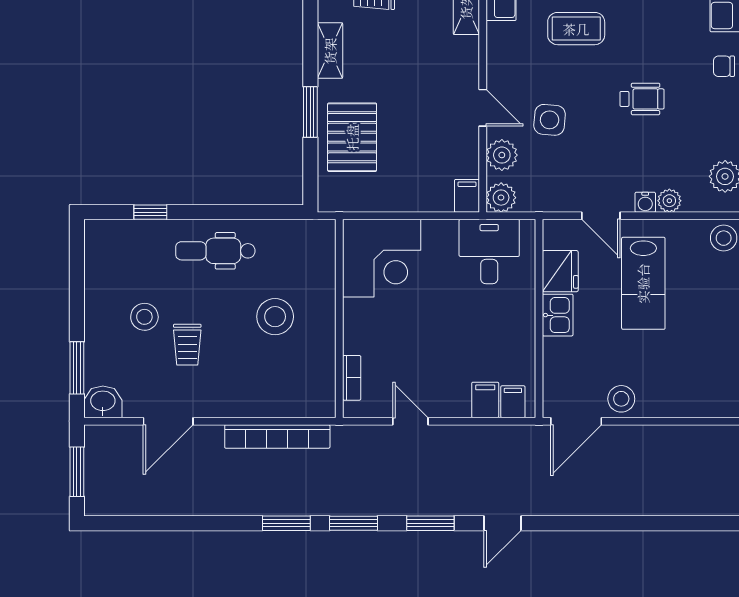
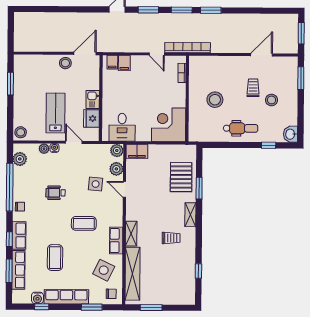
filing cabinet: (467, 196) -> (137, 151), width x2.00
washbasin: (103, 402) -> (290, 134), moved, turned 90
bookcase: (277, 436) -> (188, 48), moved

